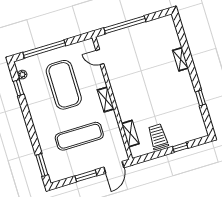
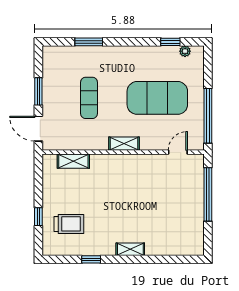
window: (44, 49) -> (208, 116), moved
shelving: (180, 59) -> (130, 249), moved
exercise mat: (79, 136) -> (89, 98), width x0.73, depth x0.69
trolley: (158, 137) -> (69, 224), moved
window: (42, 165) -> (89, 42), moved

